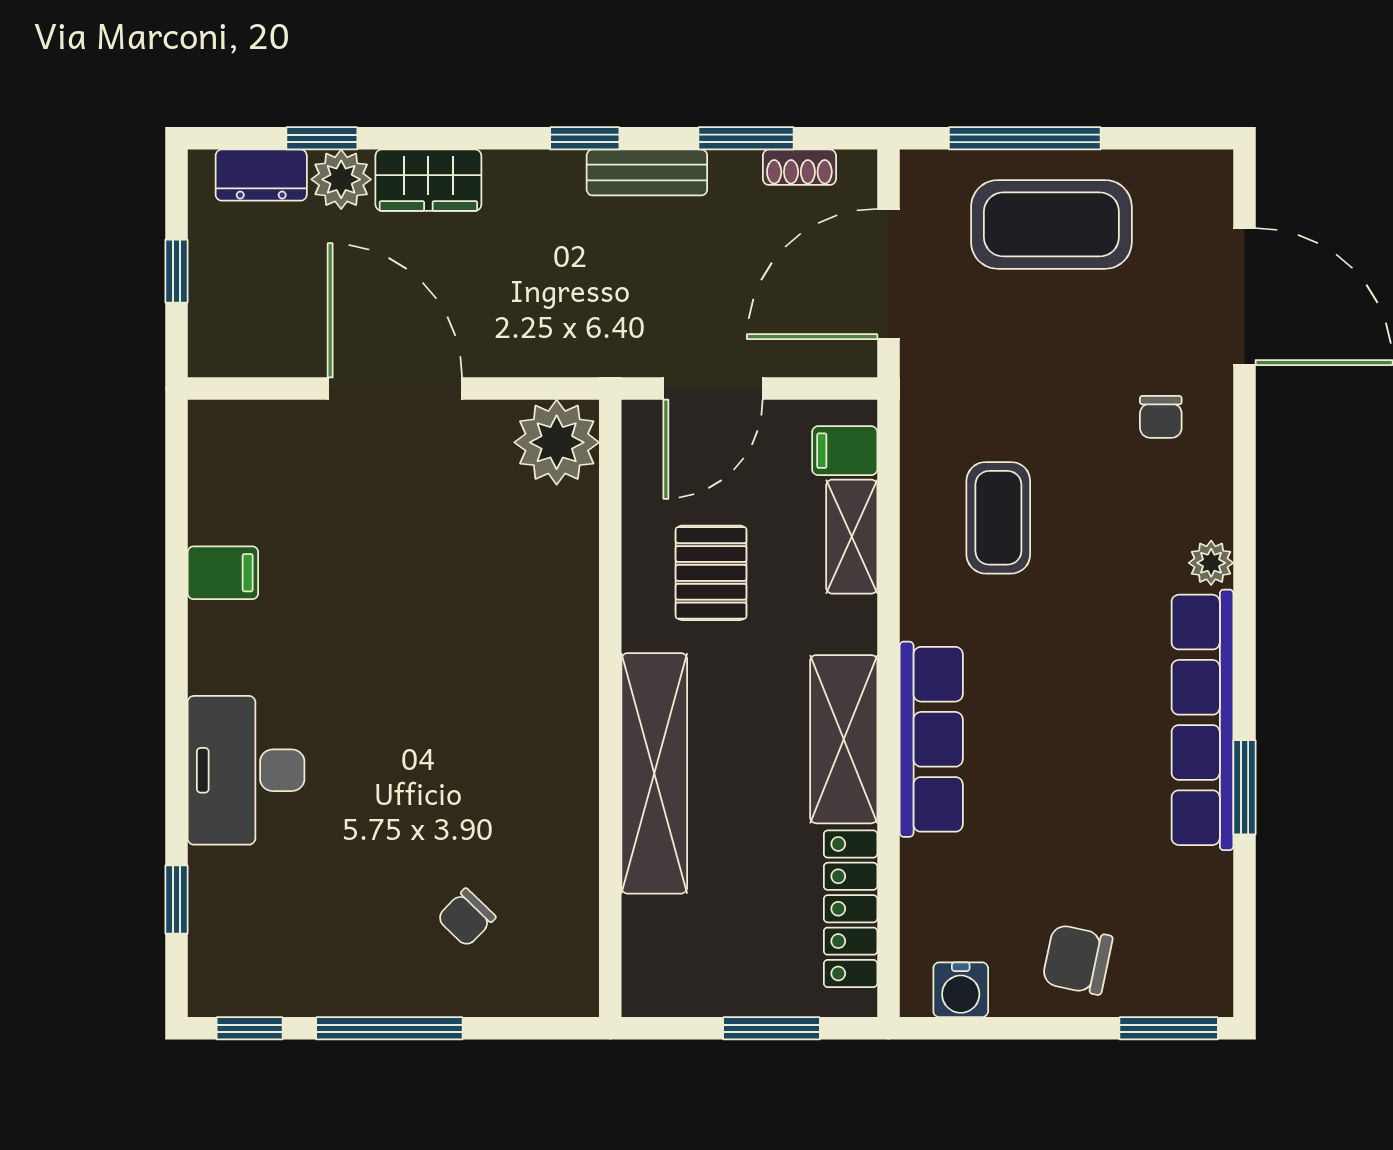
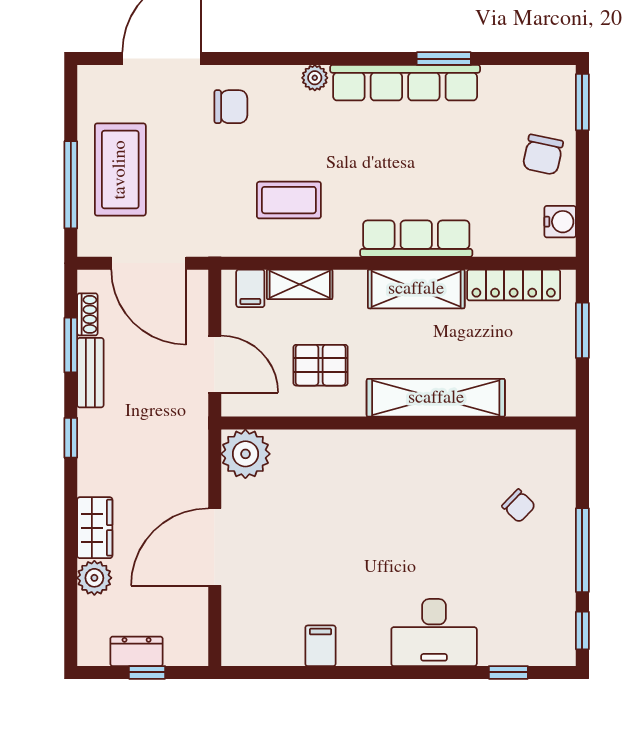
window: (322, 138) -> (71, 589), removed
bench: (647, 172) -> (90, 373), moved
dresser: (261, 175) -> (137, 651), moved, turned -90
chair: (1161, 417) -> (231, 107), width x1.37, depth x1.37

